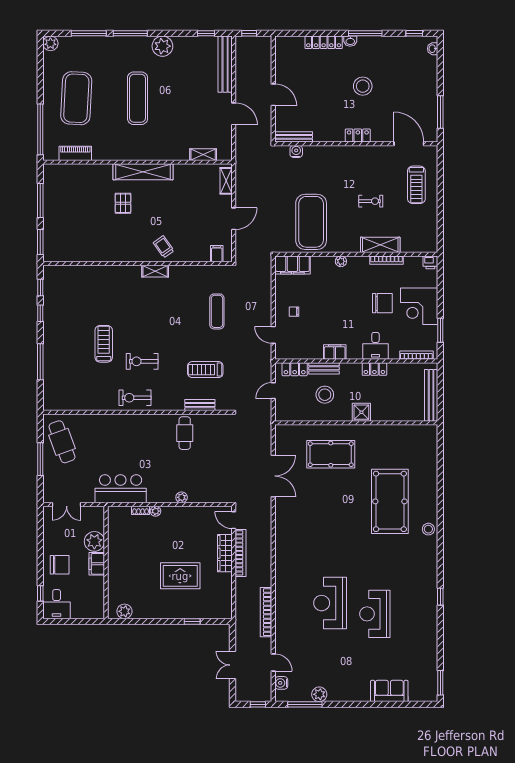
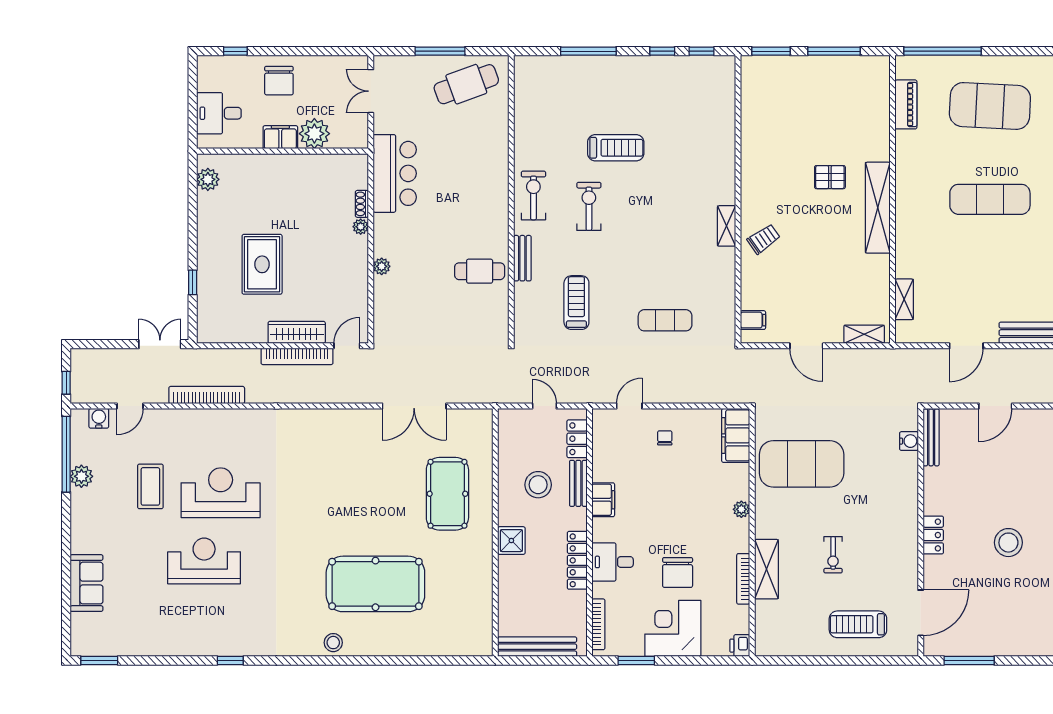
locker: (374, 369) -> (577, 560), width x1.53
bench: (200, 405) -> (522, 258), moved
desk: (57, 604) -> (219, 113), moved
coffee table: (326, 649) -> (150, 486), added
double door: (233, 665) -> (160, 344), moved
window: (305, 704) -> (66, 454), width x1.46

